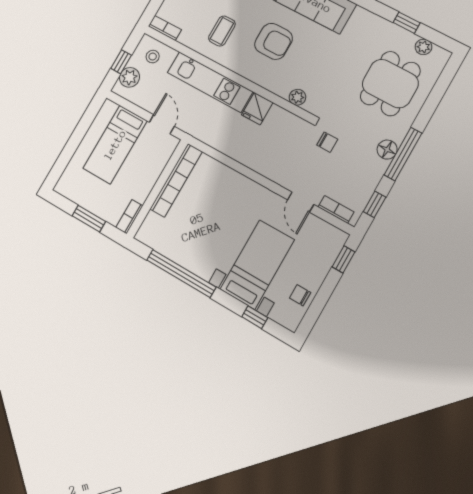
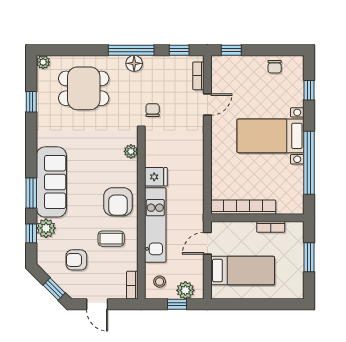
armchair: (274, 41) -> (118, 202), moved, turned 180
plant: (423, 47) -> (43, 62), moved
bookcase: (129, 217) -> (271, 227), moved
bed with nightstands: (257, 265) -> (271, 136), moved

